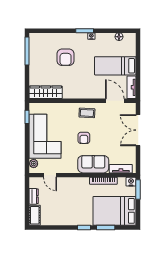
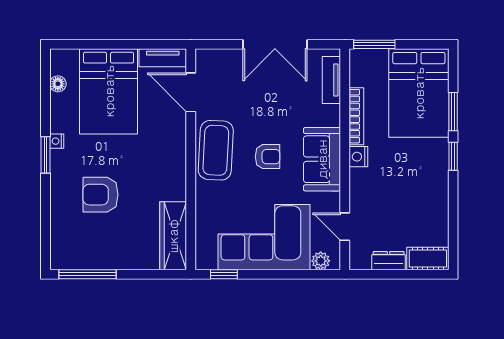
armchair: (66, 57) -> (100, 195), turned 180
bed: (115, 66) -> (109, 91), width x1.50
door: (115, 101) -> (191, 92), hinge flipped
coffee table: (87, 113) -> (216, 150), width x1.86, depth x1.72
double door: (138, 130) -> (275, 44), moved
sofa: (93, 164) -> (322, 159), moved
door: (50, 175) -> (345, 227), swing flipped
nightstand: (131, 182) -> (358, 157), moved

